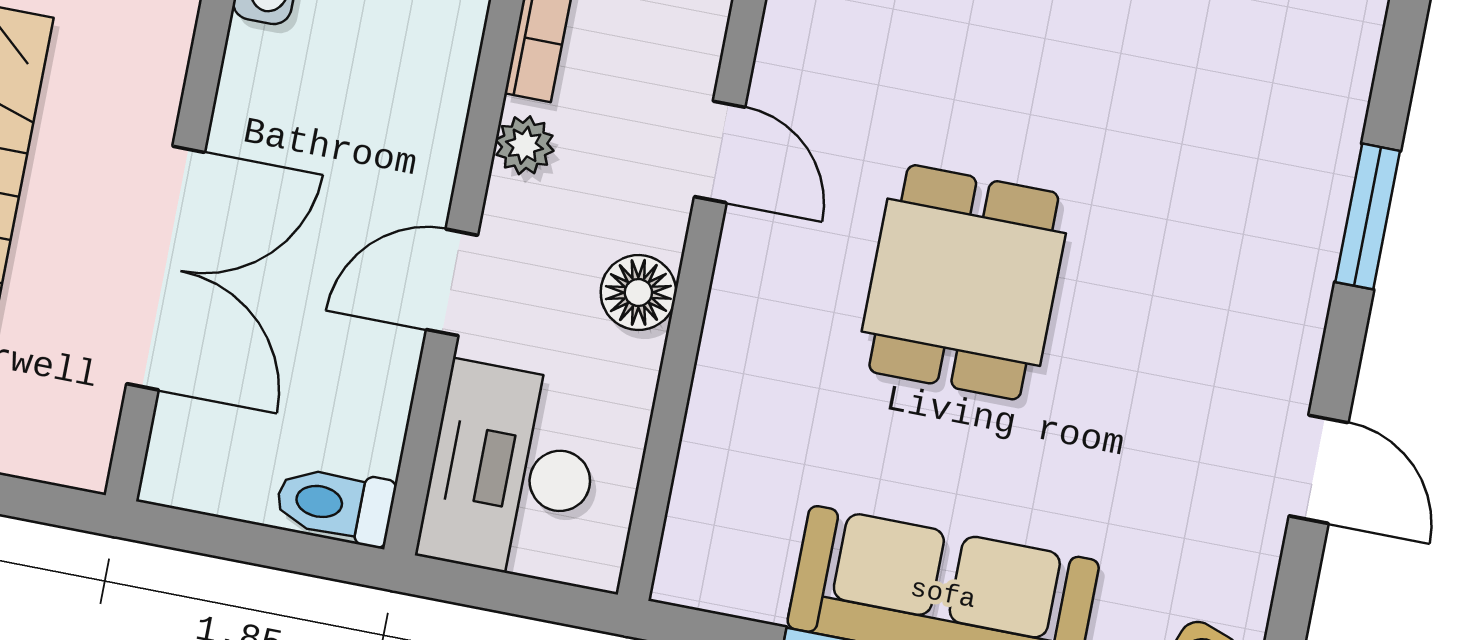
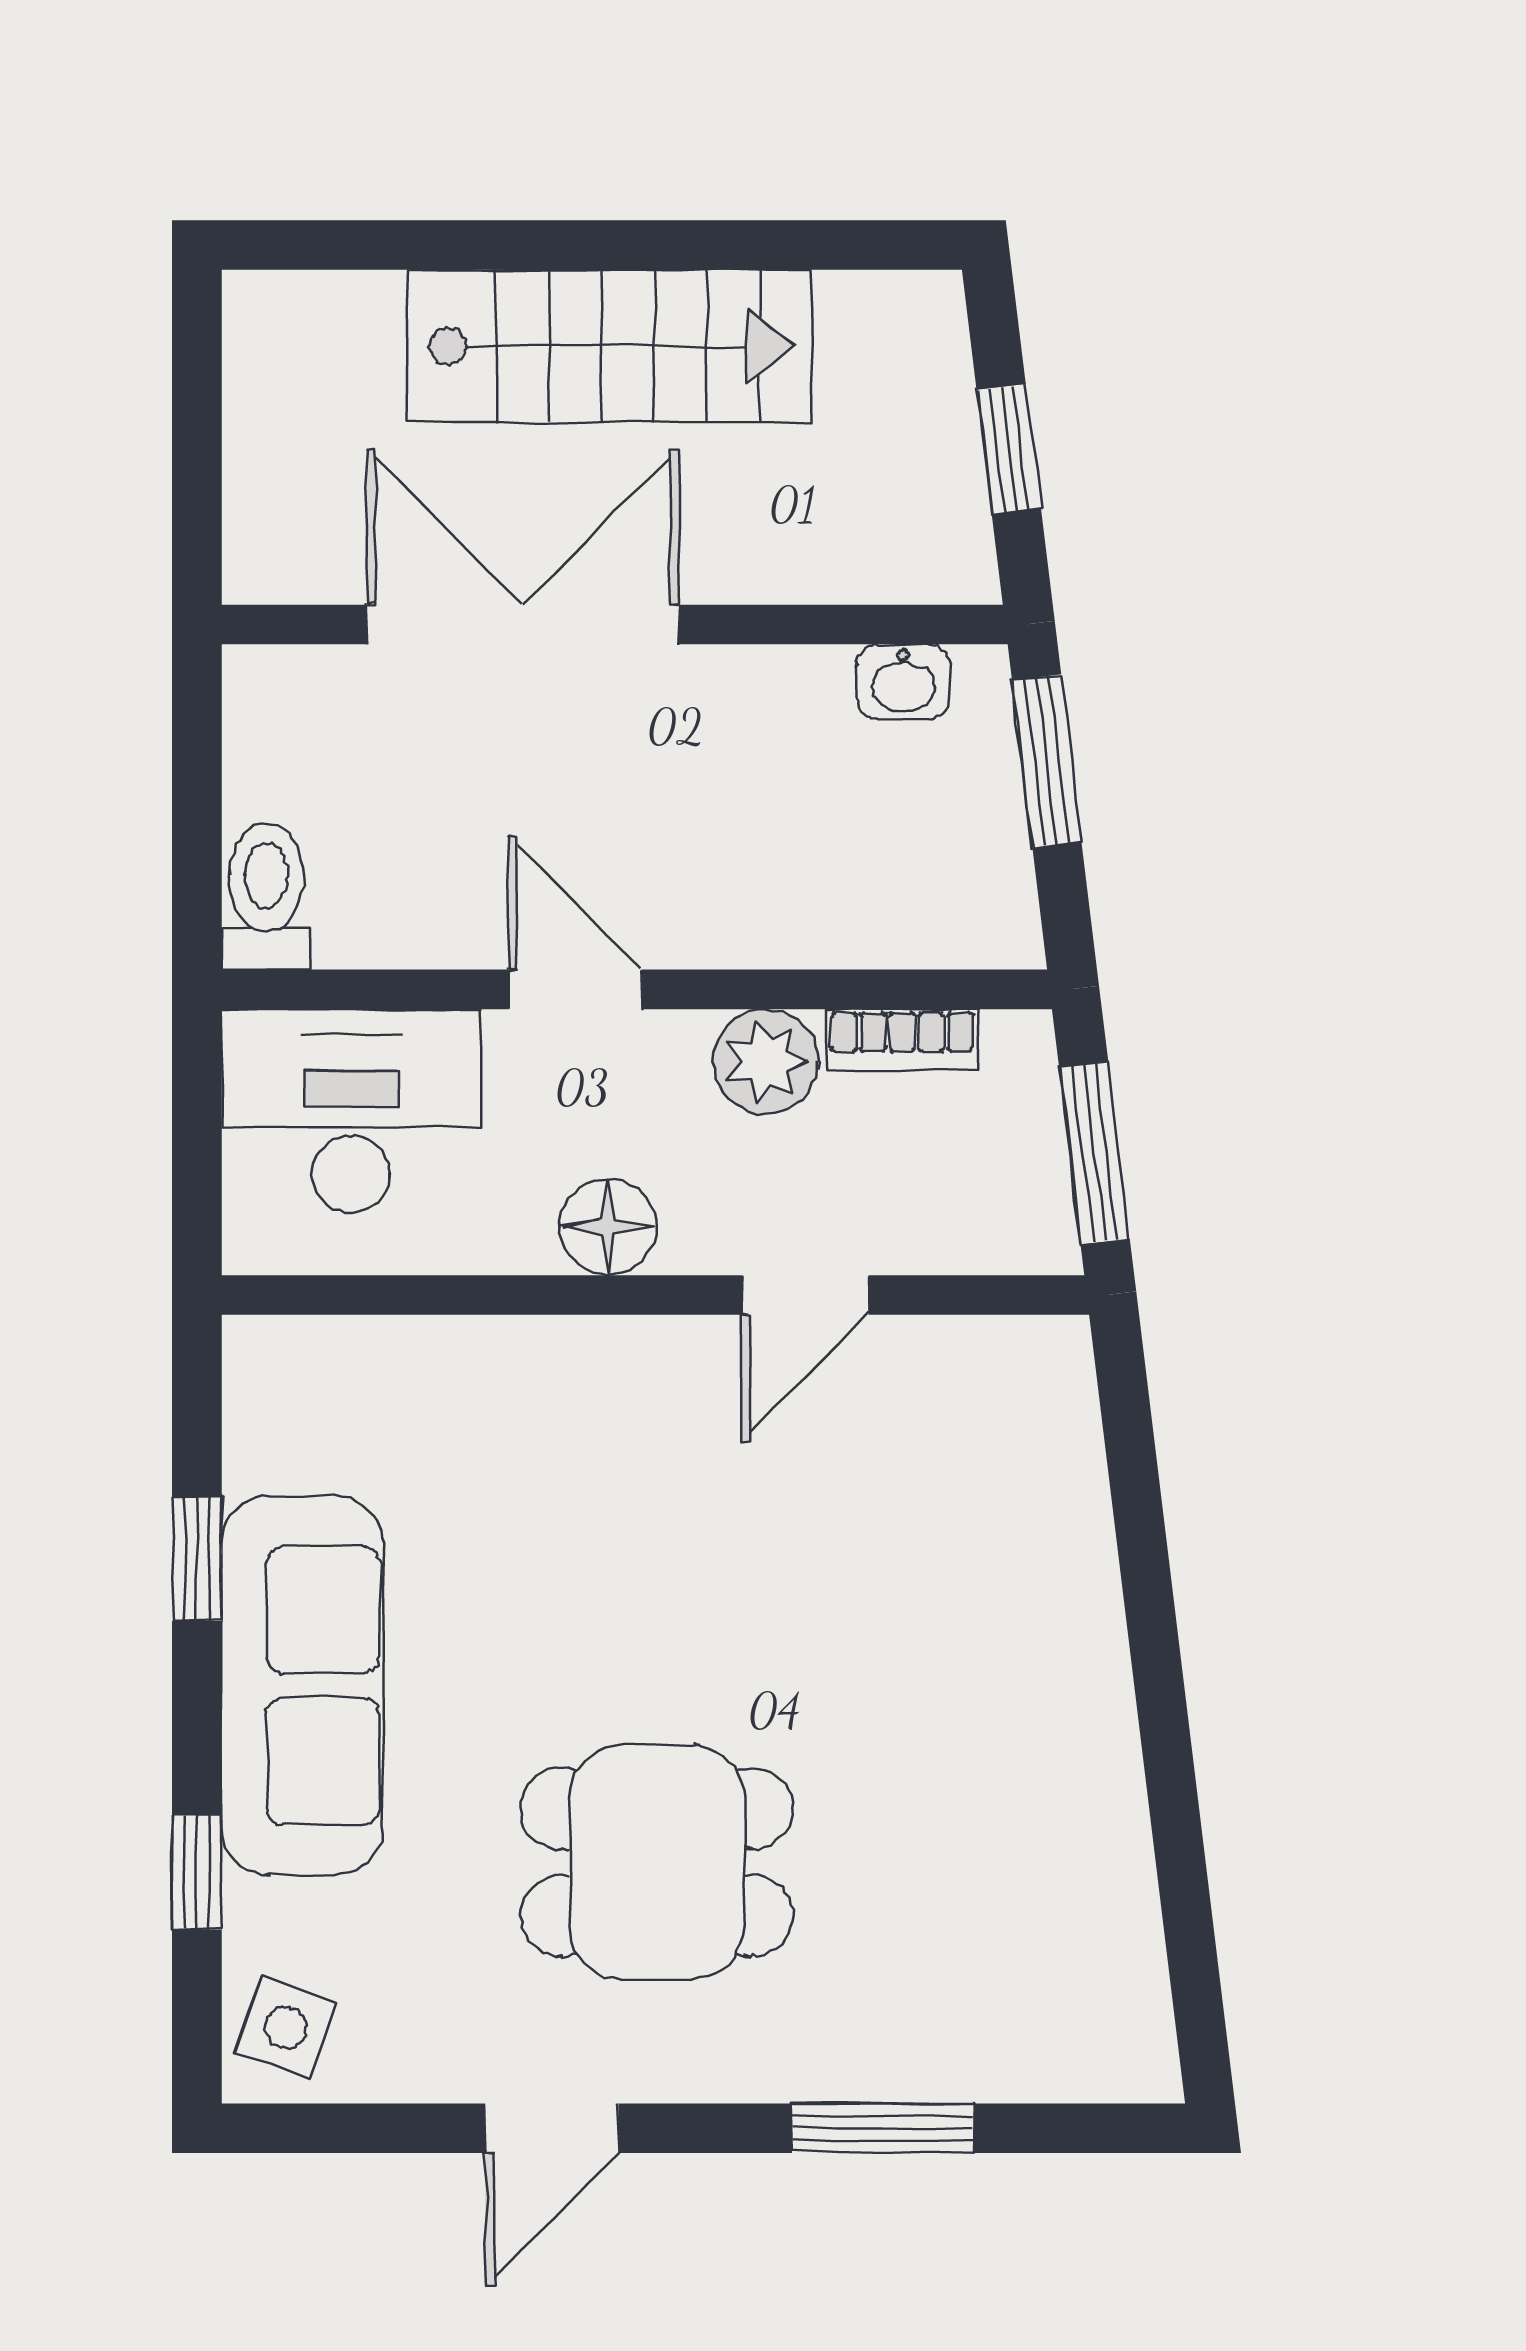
plant: (525, 145) -> (766, 1062), width x1.38, depth x1.38
double door: (166, 268) -> (523, 625), swing flipped
dining table: (964, 282) -> (657, 1862), moved

